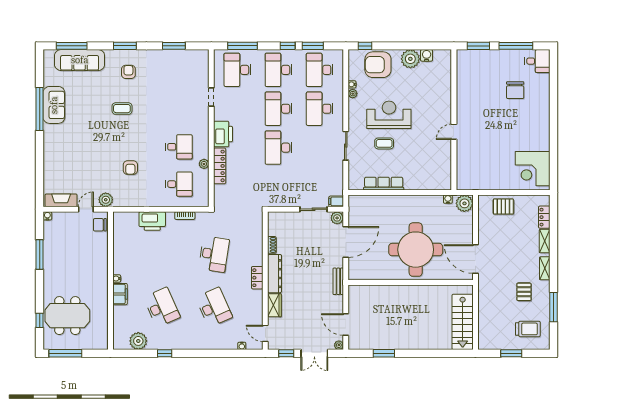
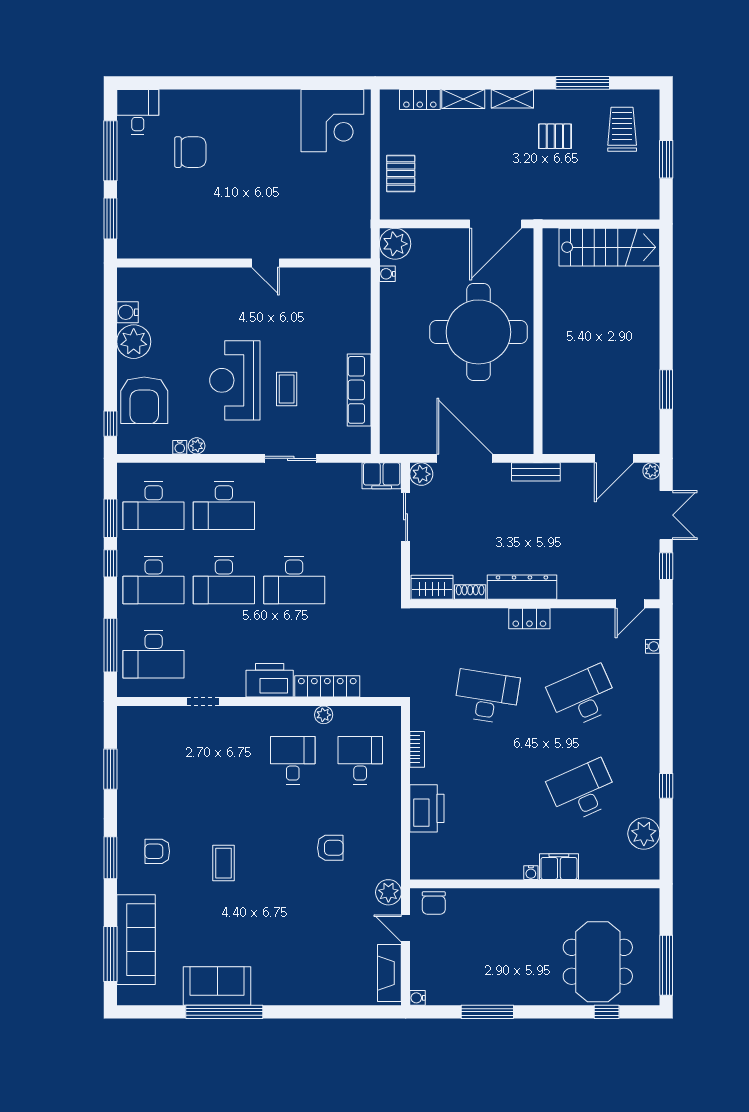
filing cabinet: (336, 201) -> (382, 476), width x2.00
wardrobe: (274, 305) -> (432, 587), moved

